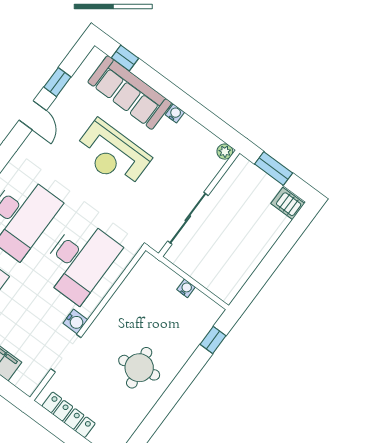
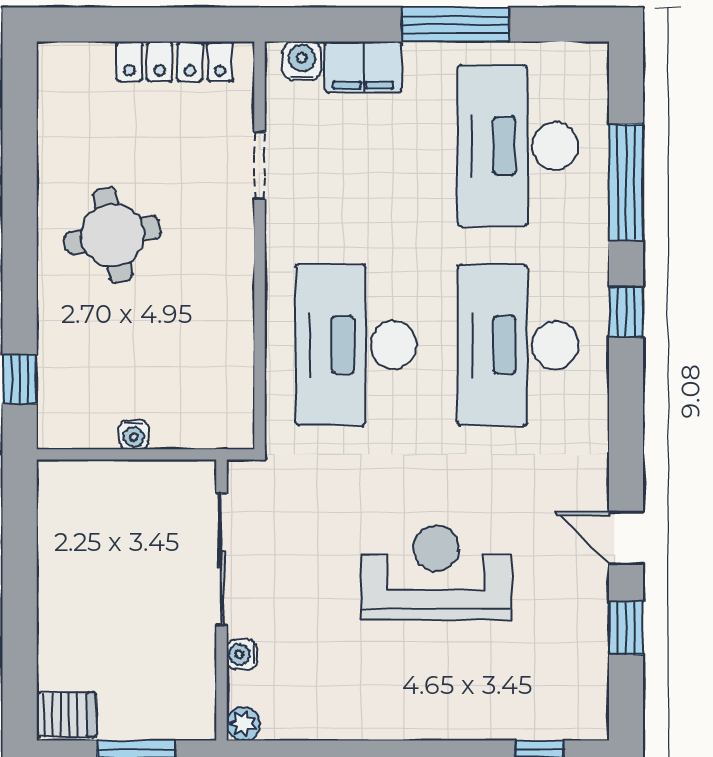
sofa: (130, 93) -> (486, 704), removed
water cooler: (175, 113) -> (242, 655), moved, turned 90
water cooler: (75, 322) -> (302, 61), moved, turned 90
doorway: (66, 353) -> (259, 165), width x0.73

